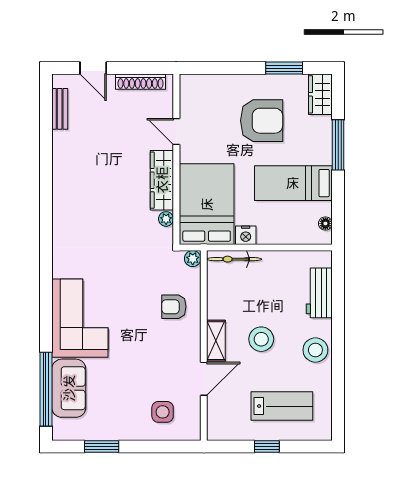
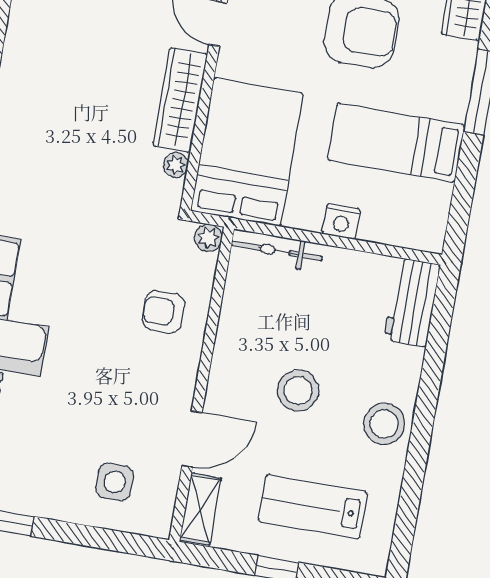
floor lamp: (325, 223) -> (437, 218), removed
nightstand: (246, 235) -> (341, 221), moved
workbench: (319, 293) -> (412, 302), moved
shelving: (216, 341) -> (200, 509), moved
lab bench: (282, 406) -> (313, 507), turned 180

